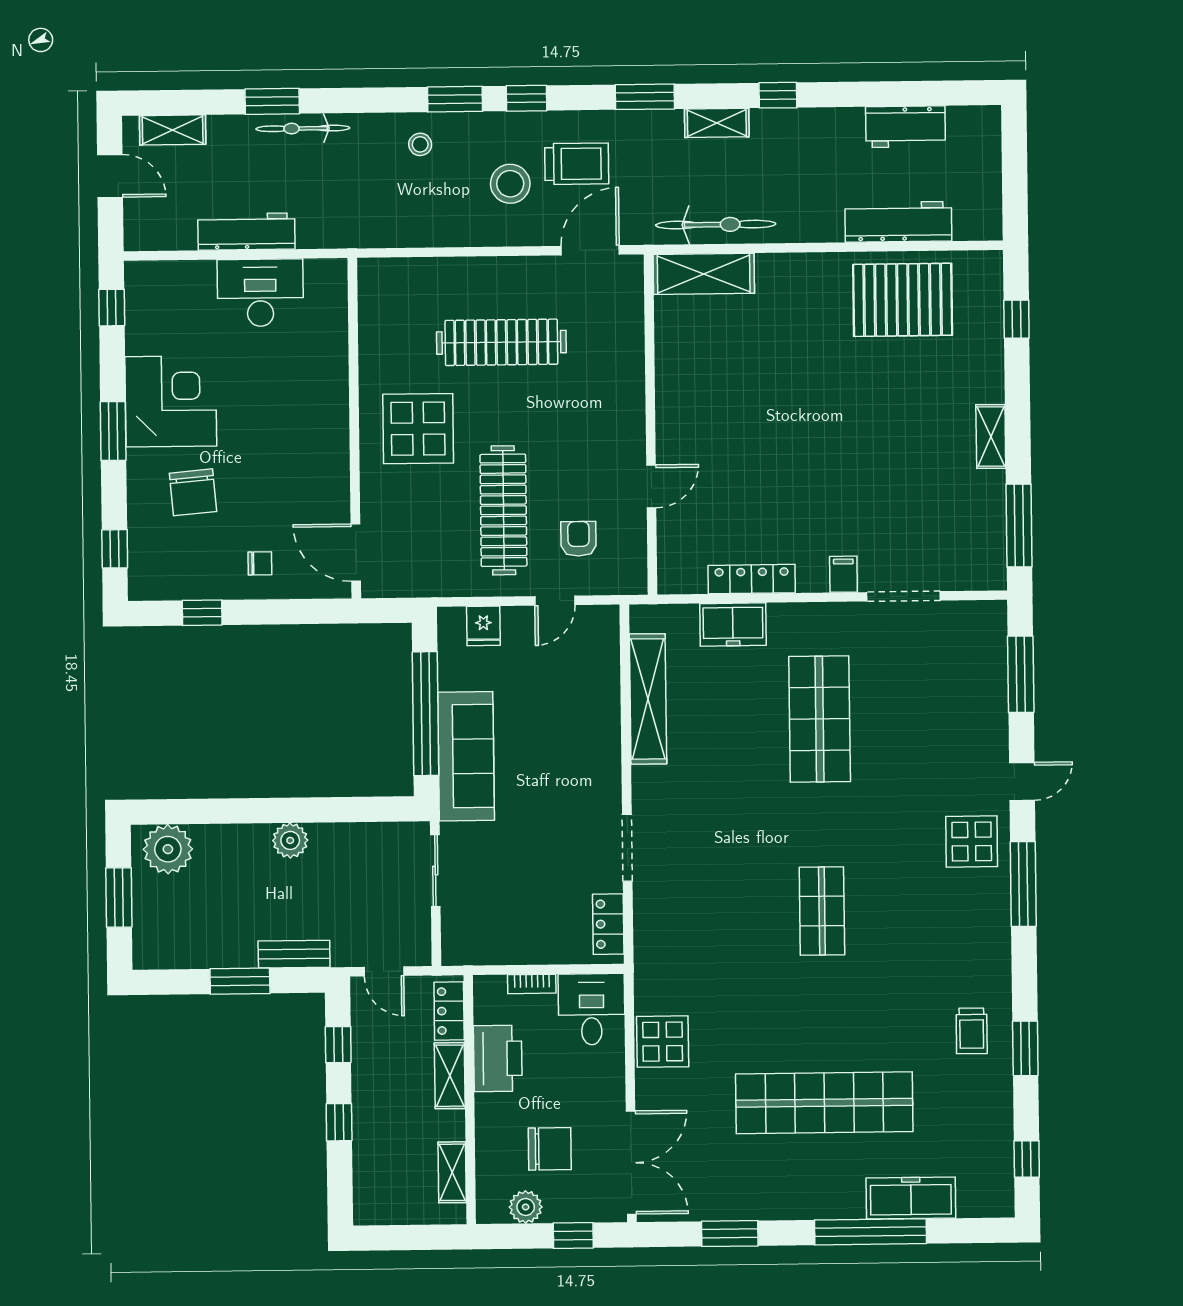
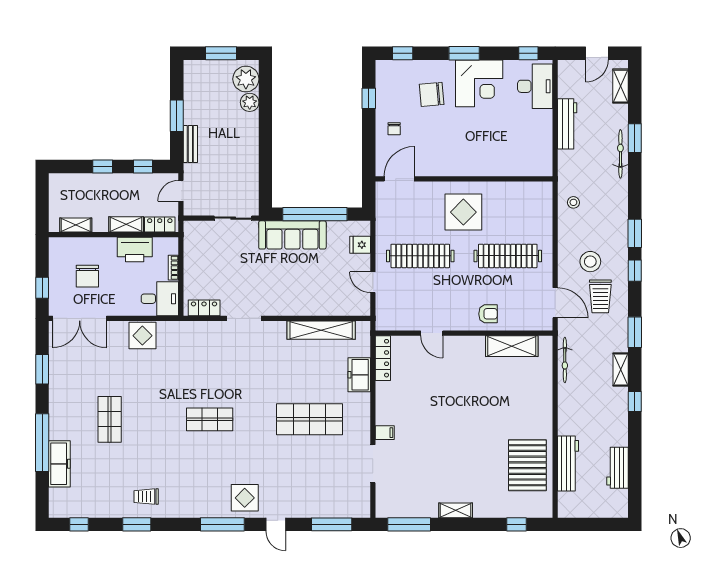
stool: (420, 144) -> (573, 202), moved
bicycle: (716, 225) -> (565, 360), width x0.73, depth x0.71
shelving: (704, 274) -> (512, 346), moved, turned 90
desk: (260, 293) -> (535, 86), moved
clothes rail: (501, 342) -> (508, 256), turned 90
armchair: (578, 539) -> (488, 314), moved
locker: (752, 579) -> (383, 358), moved
plant: (290, 840) -> (250, 102), moved
shop shelf: (824, 1103) -> (110, 419), width x0.50, depth x0.74
plant: (526, 1207) -> (57, 263), removed

